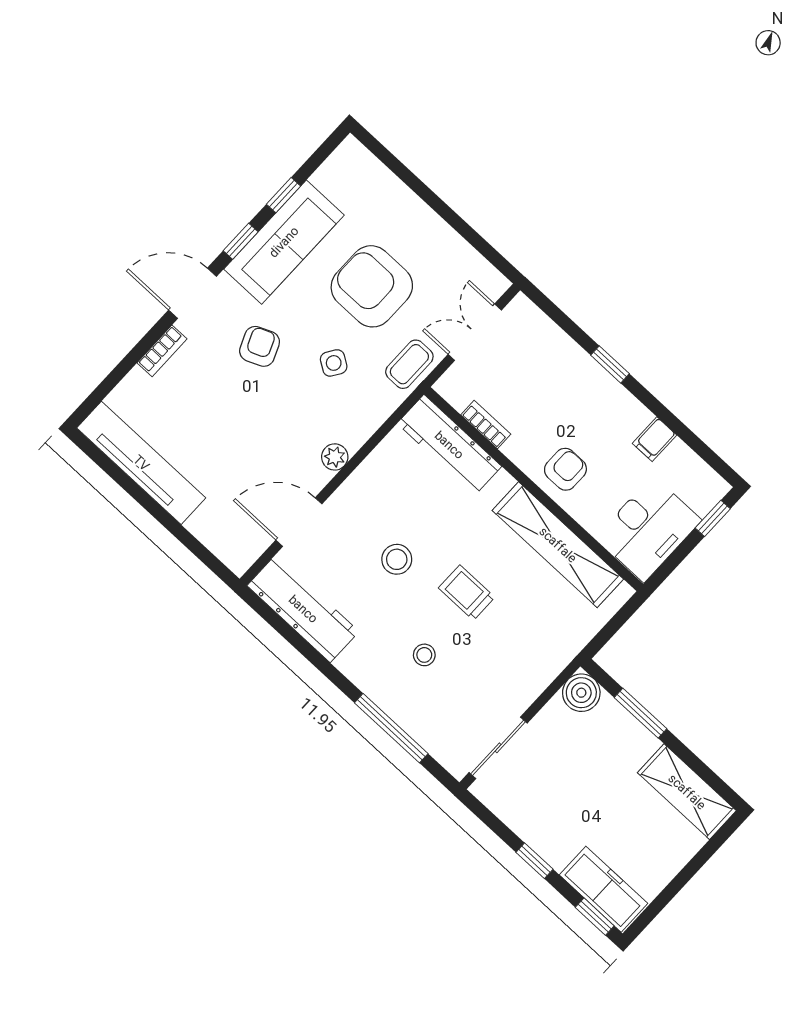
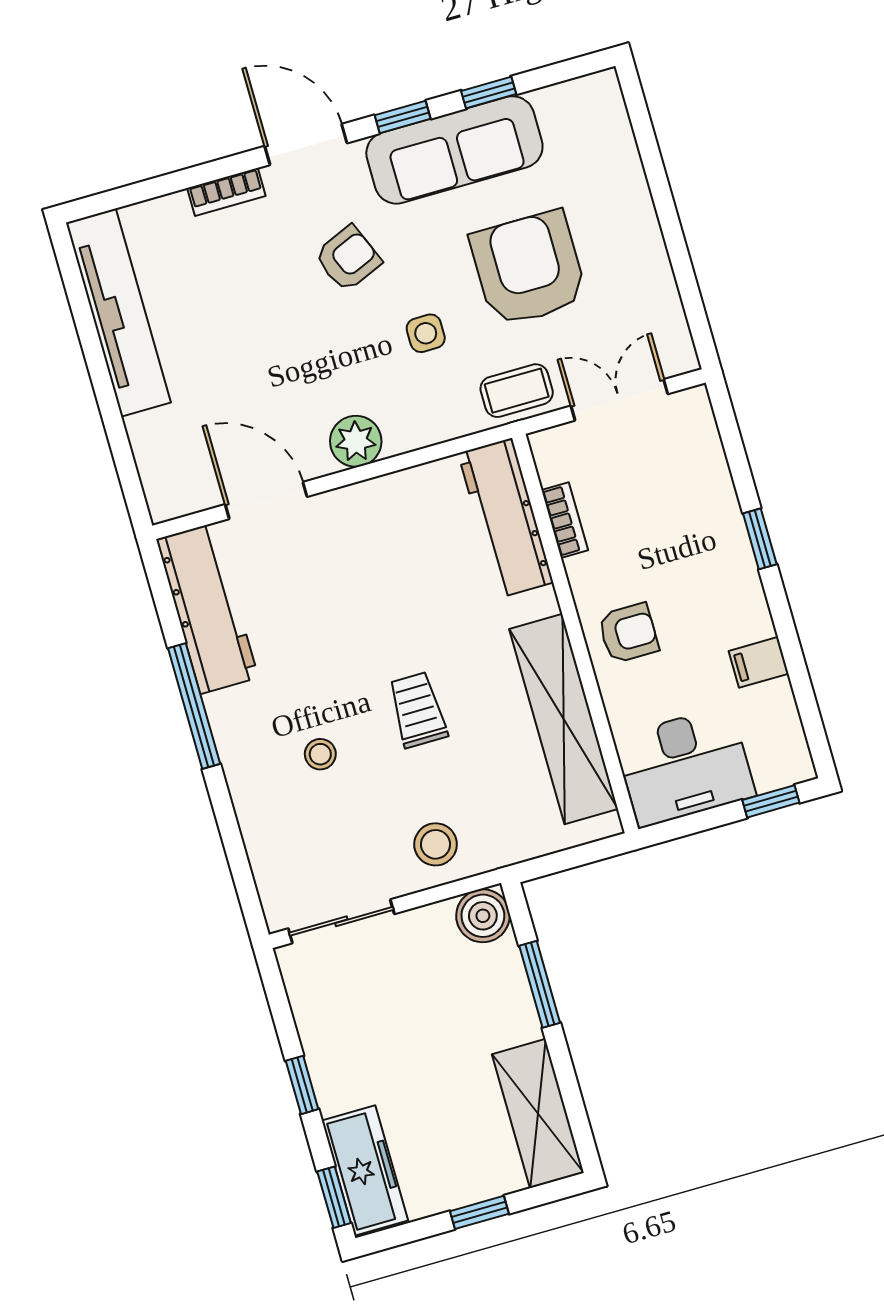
side table: (334, 363) -> (426, 333), turned -33
plant: (335, 457) -> (356, 441), width x1.38, depth x1.38
stool: (397, 559) -> (436, 844), moved
window: (391, 728) -> (194, 706), moved
window: (688, 873) -> (479, 1212), added

